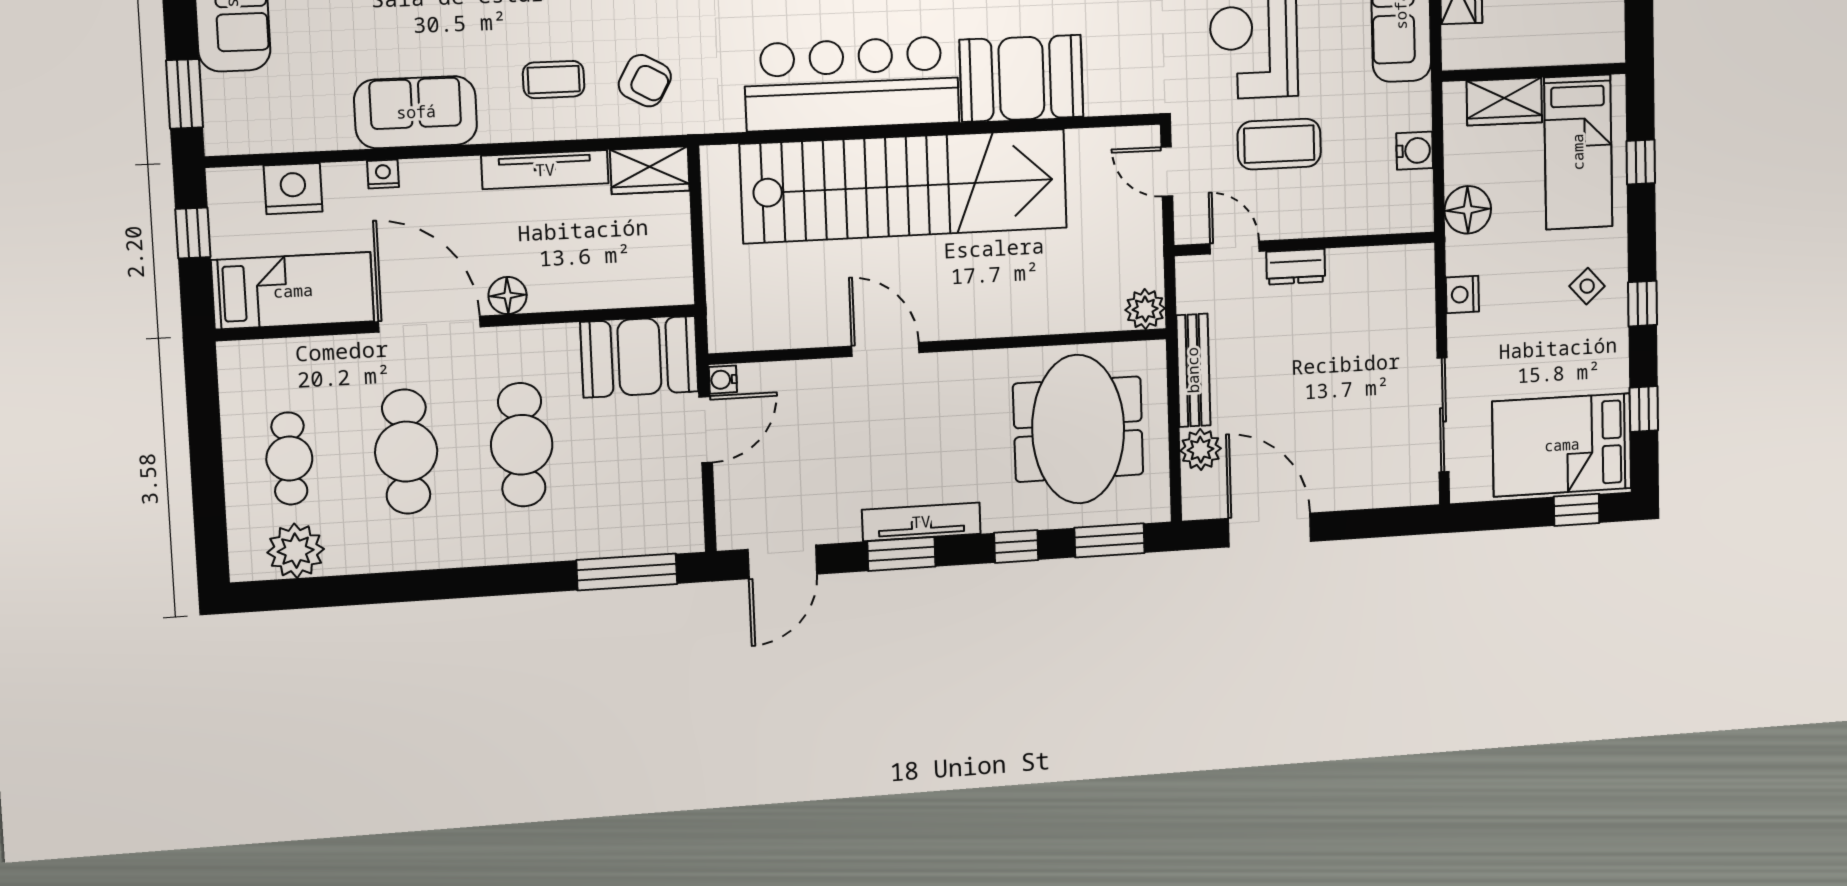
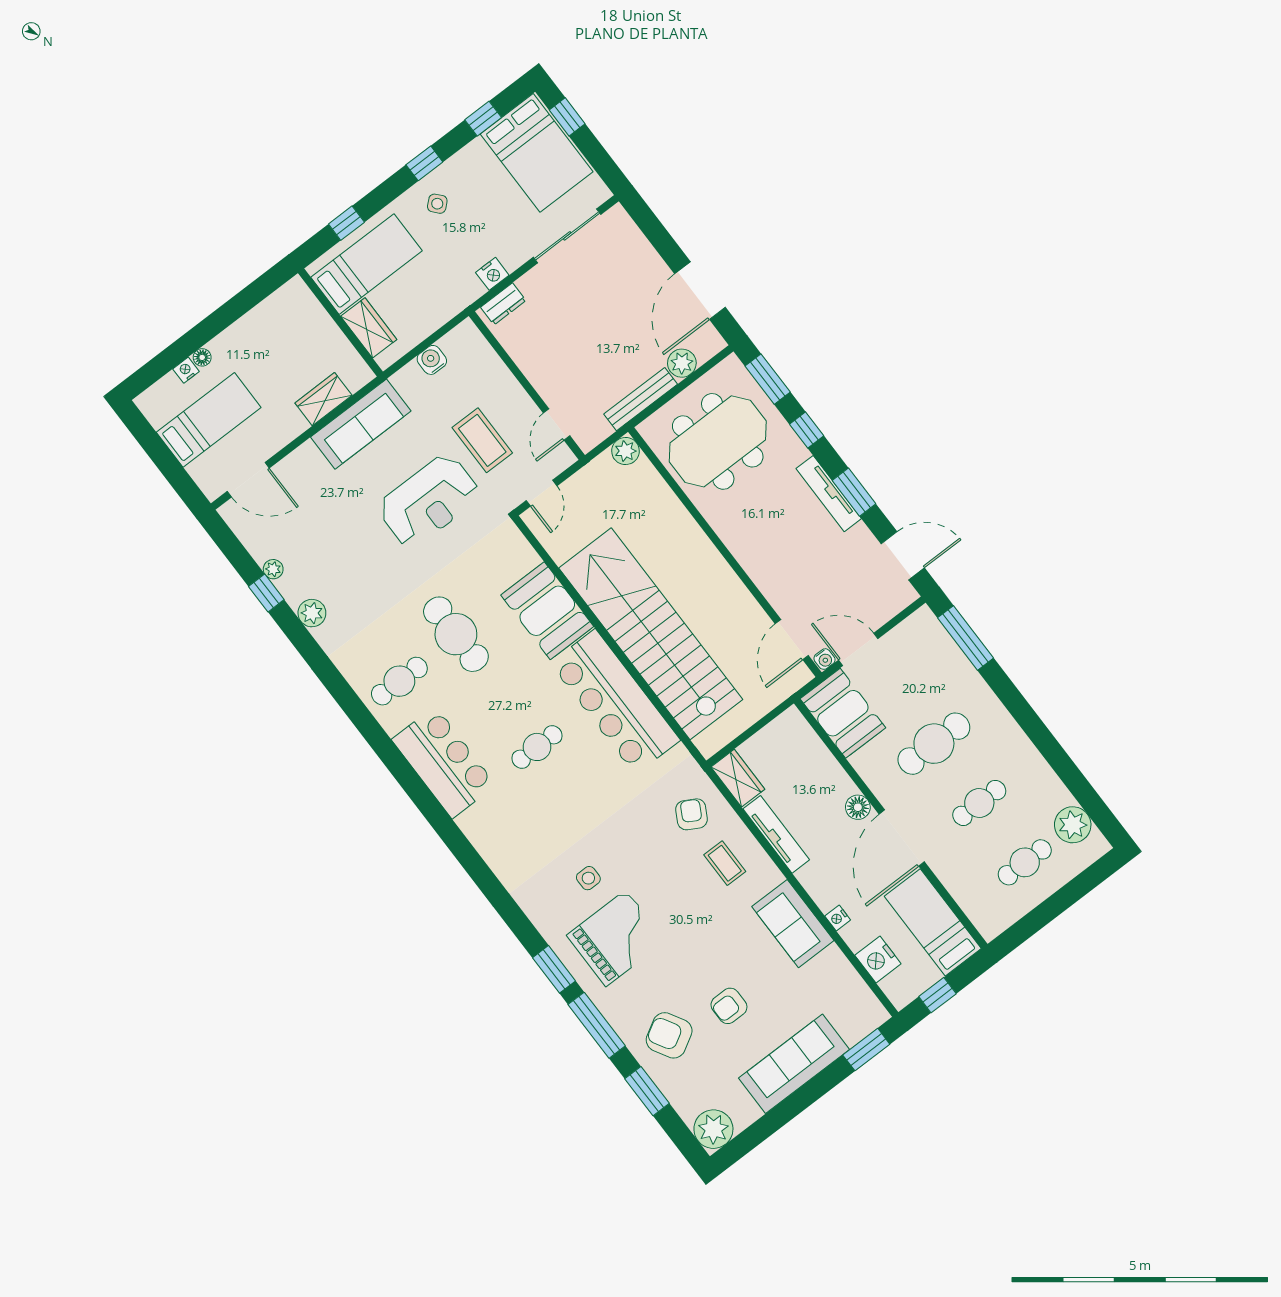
floor lamp: (1468, 210) -> (443, 305), removed
dresser: (1296, 267) -> (503, 304), moved, turned 90
door: (885, 349) -> (792, 640), moved
cafe table: (406, 452) -> (979, 803), width x0.73, depth x0.74

